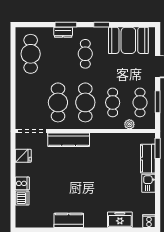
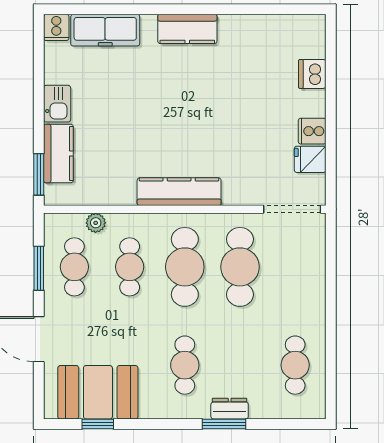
window: (102, 25) -> (98, 424), moved
cafe table: (31, 54) -> (295, 365), width x0.73, depth x0.74
kitchen counter: (69, 140) -> (179, 192), moved
cooker: (22, 183) -> (312, 131), moved
kitchen counter: (69, 220) -> (187, 29), moved
freezer: (120, 220) -> (105, 30), width x1.40

